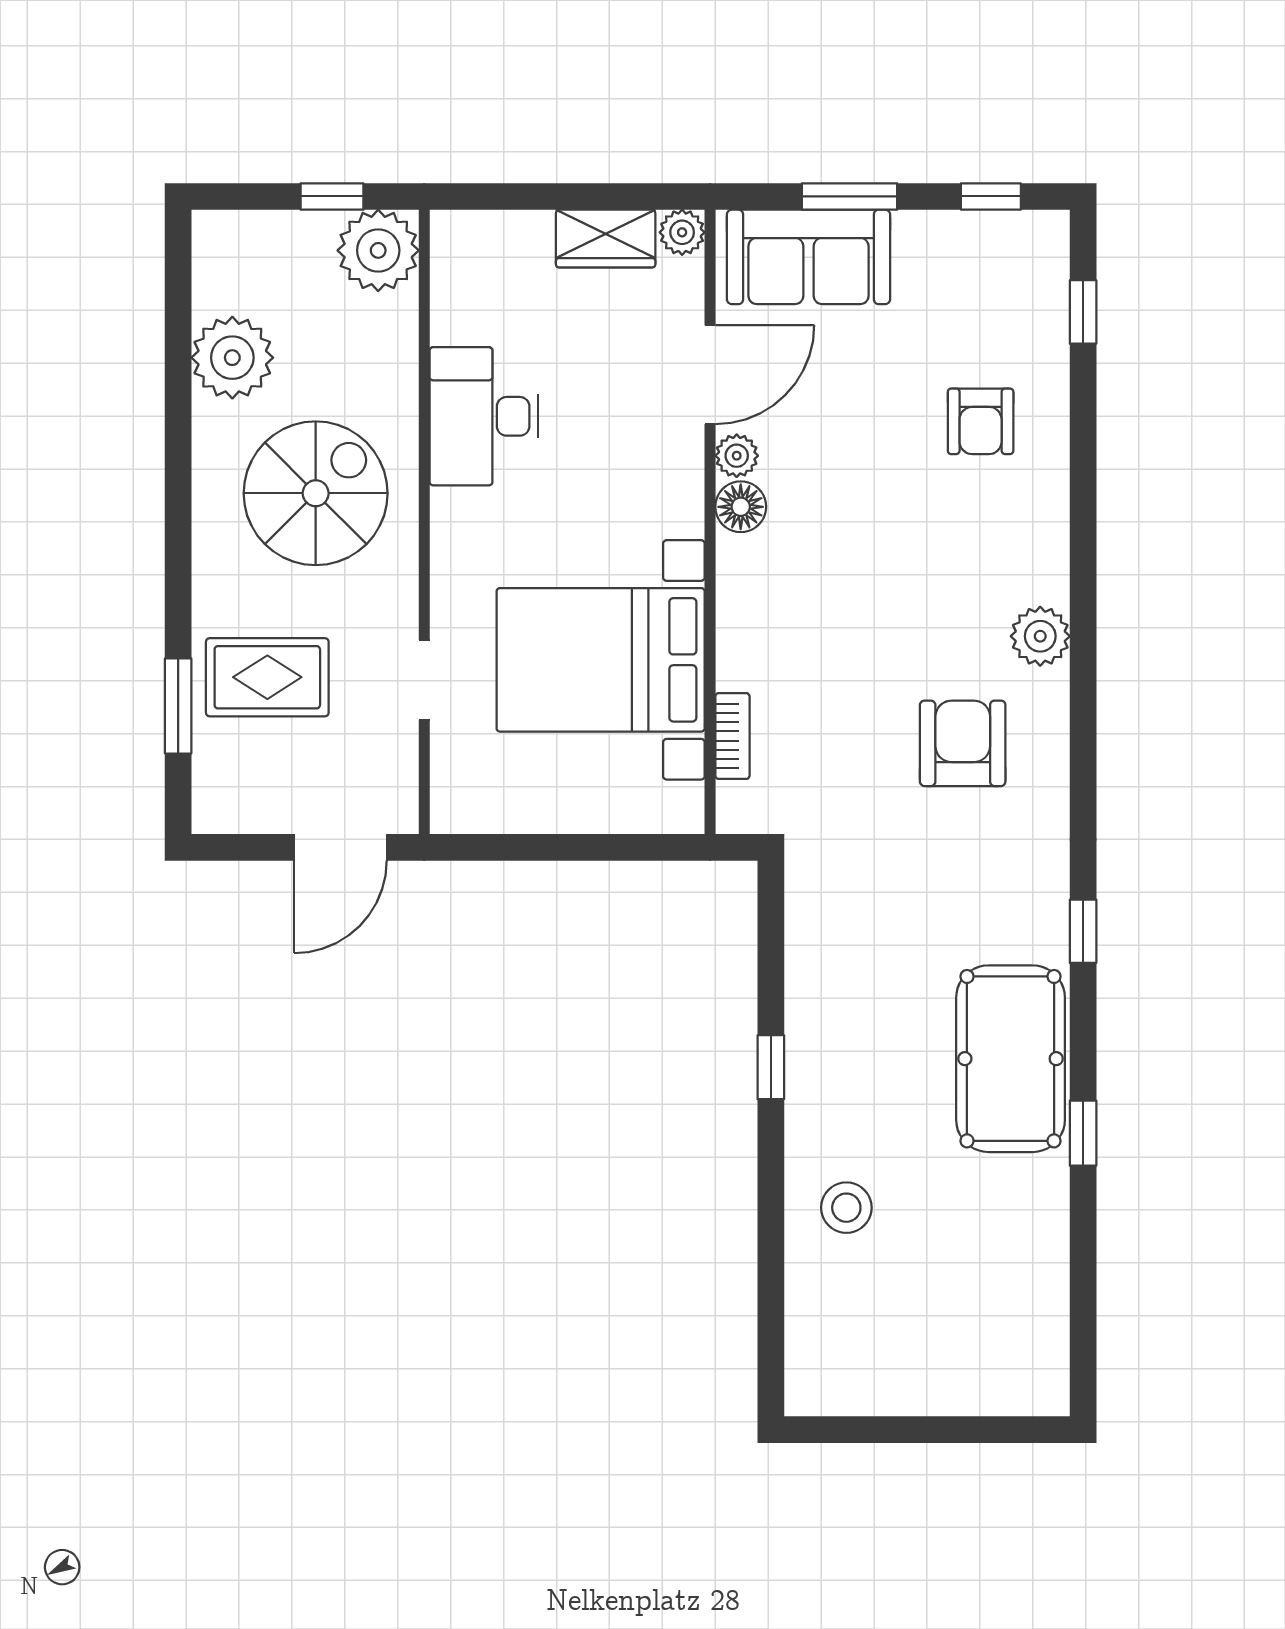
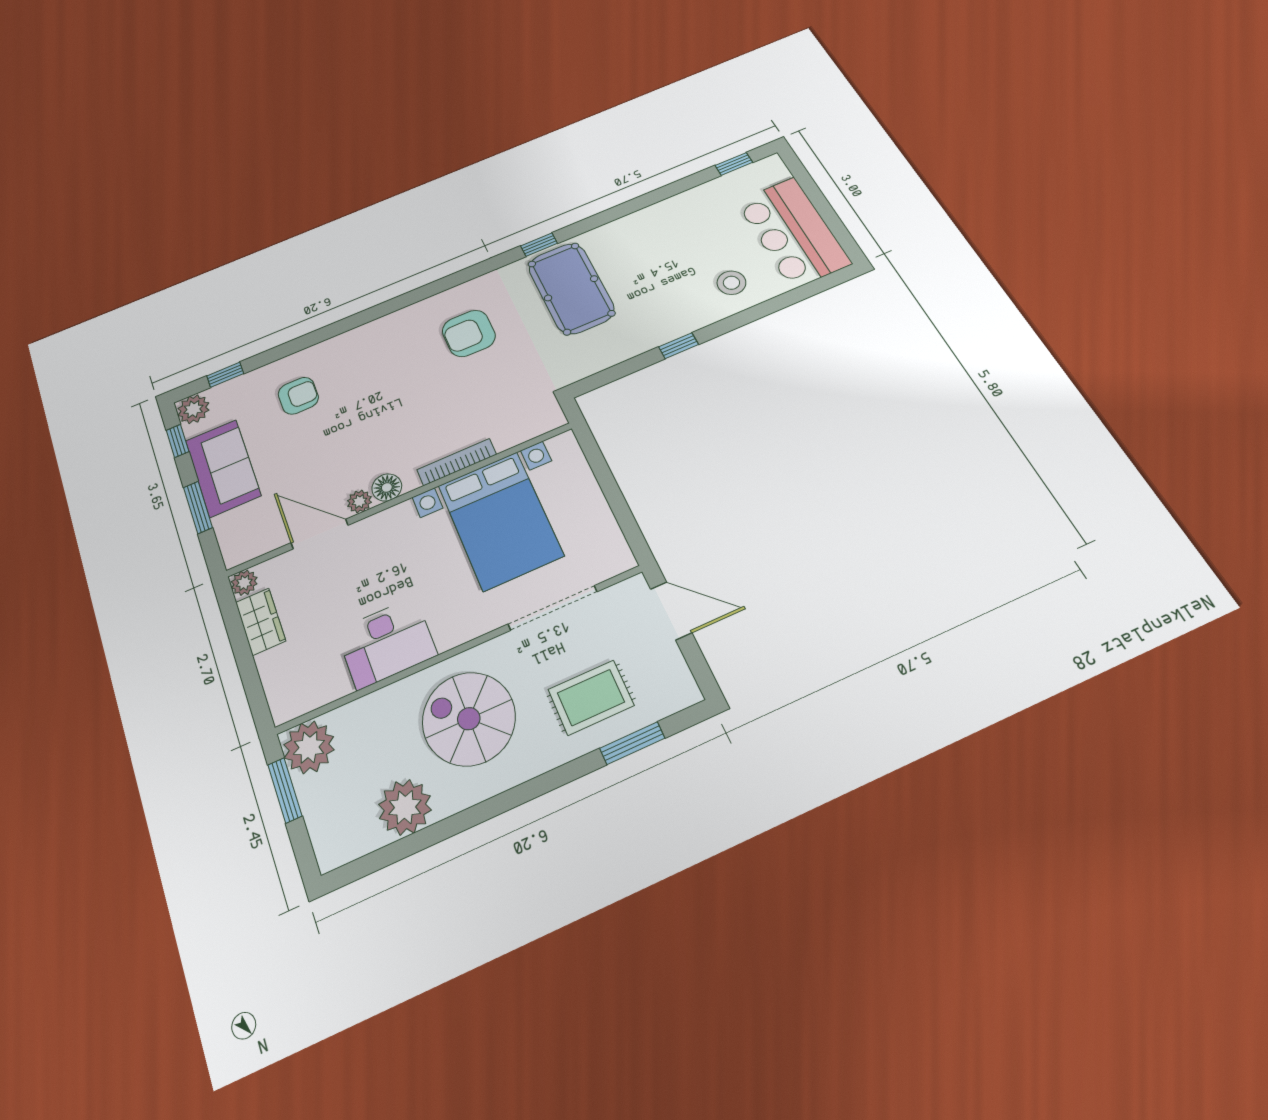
window: (332, 196) -> (285, 790), width x1.50
sofa: (808, 257) -> (223, 468), moved
plant: (1040, 636) -> (193, 409), moved
rug: (267, 677) -> (591, 697), turned 90
doorway: (424, 680) -> (553, 608), width x1.87
bookcase: (732, 736) -> (457, 462), moved, width x1.56
pool table: (1011, 1059) -> (571, 288), moved, turned 90
window: (1083, 1133) -> (734, 164), moved
bar counter: (894, 1355) -> (793, 232), added

